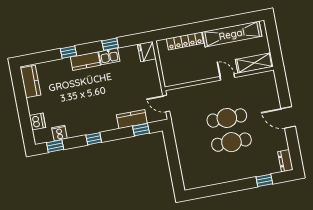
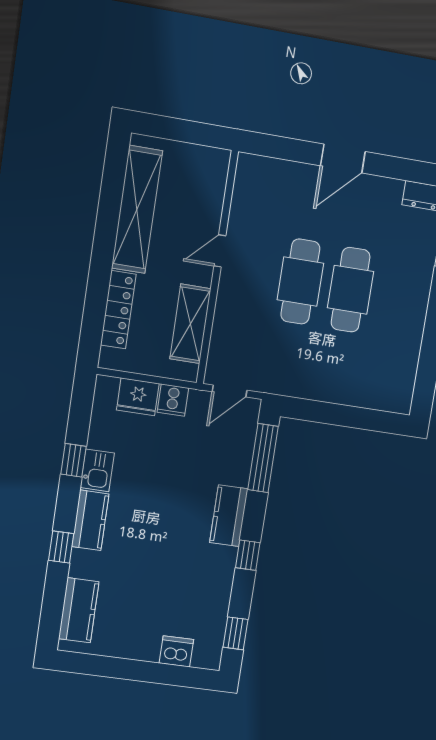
fridge: (147, 52) -> (138, 397), moved
shelving: (254, 63) -> (190, 324), moved
kitchen counter: (30, 81) -> (79, 610), moved, turned 90
kitchen counter: (132, 119) -> (229, 516), moved
window: (141, 130) -> (263, 458), width x2.17
cooker: (59, 133) -> (173, 400), moved, turned -90

